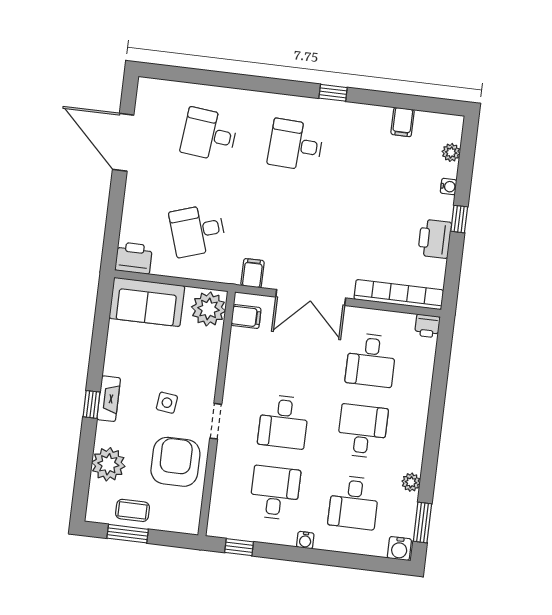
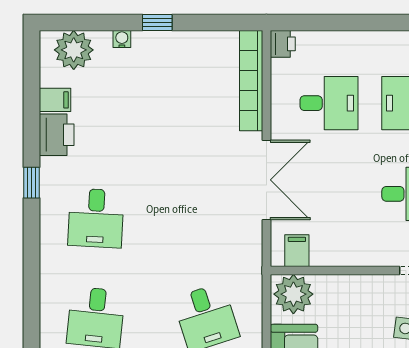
plant: (451, 152) -> (74, 50), width x1.88, depth x1.88
printer: (435, 239) -> (57, 135), moved, turned -90
filing cabinet: (253, 273) -> (247, 249), removed

